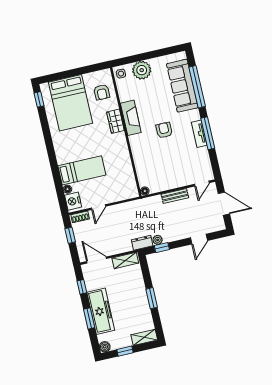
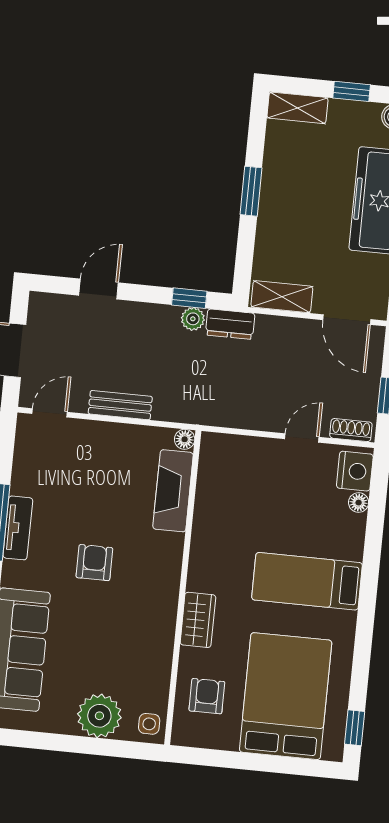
fireplace: (131, 118) -> (173, 491), moved
armchair: (164, 130) -> (94, 563), turned 180
bed: (82, 170) -> (307, 581), moved

